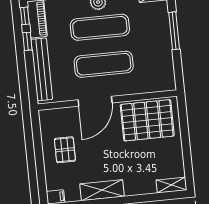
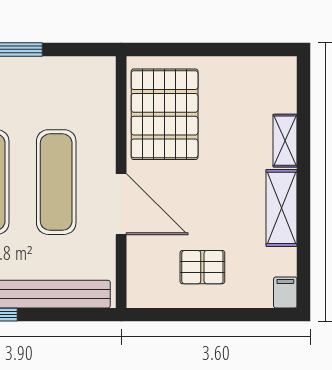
shelving: (171, 185) -> (285, 141), moved

